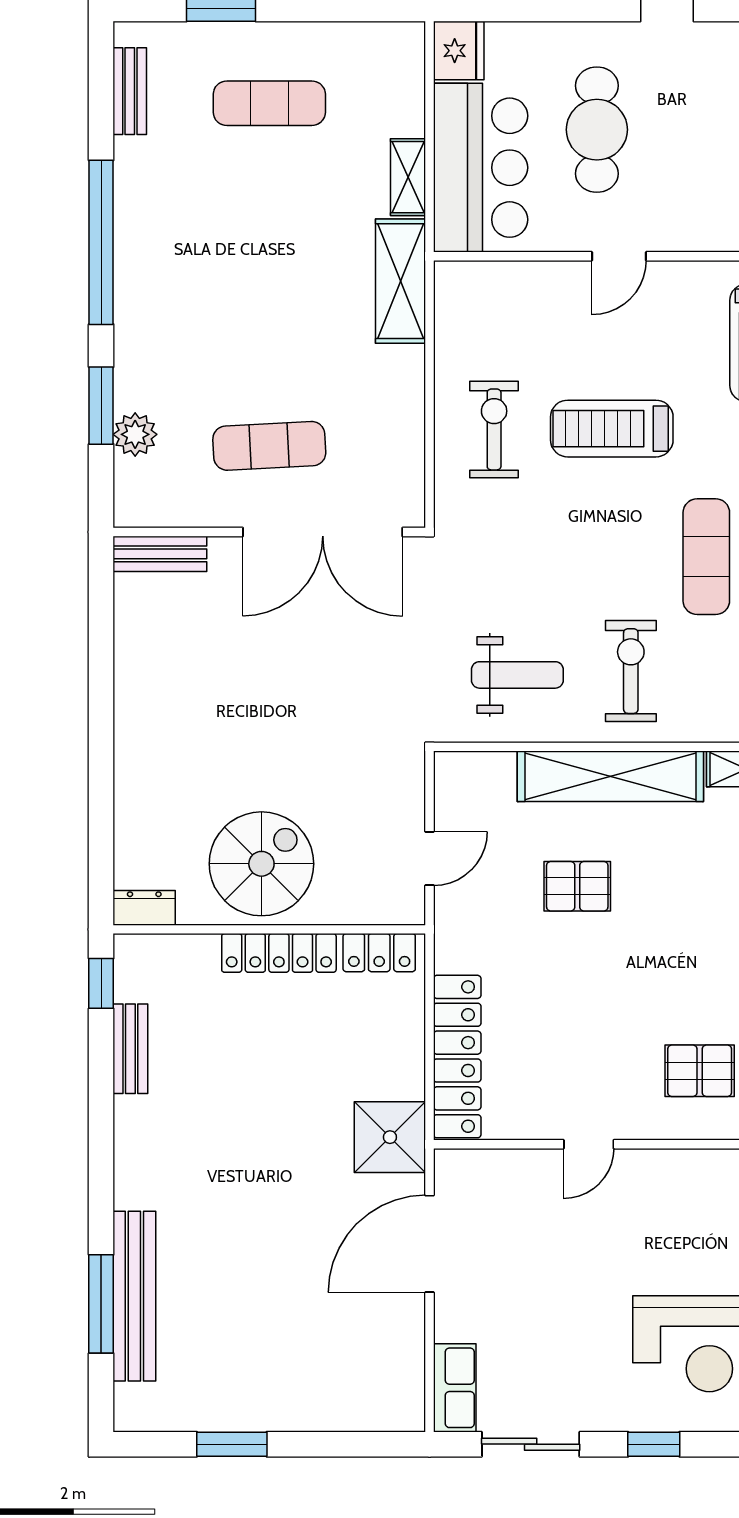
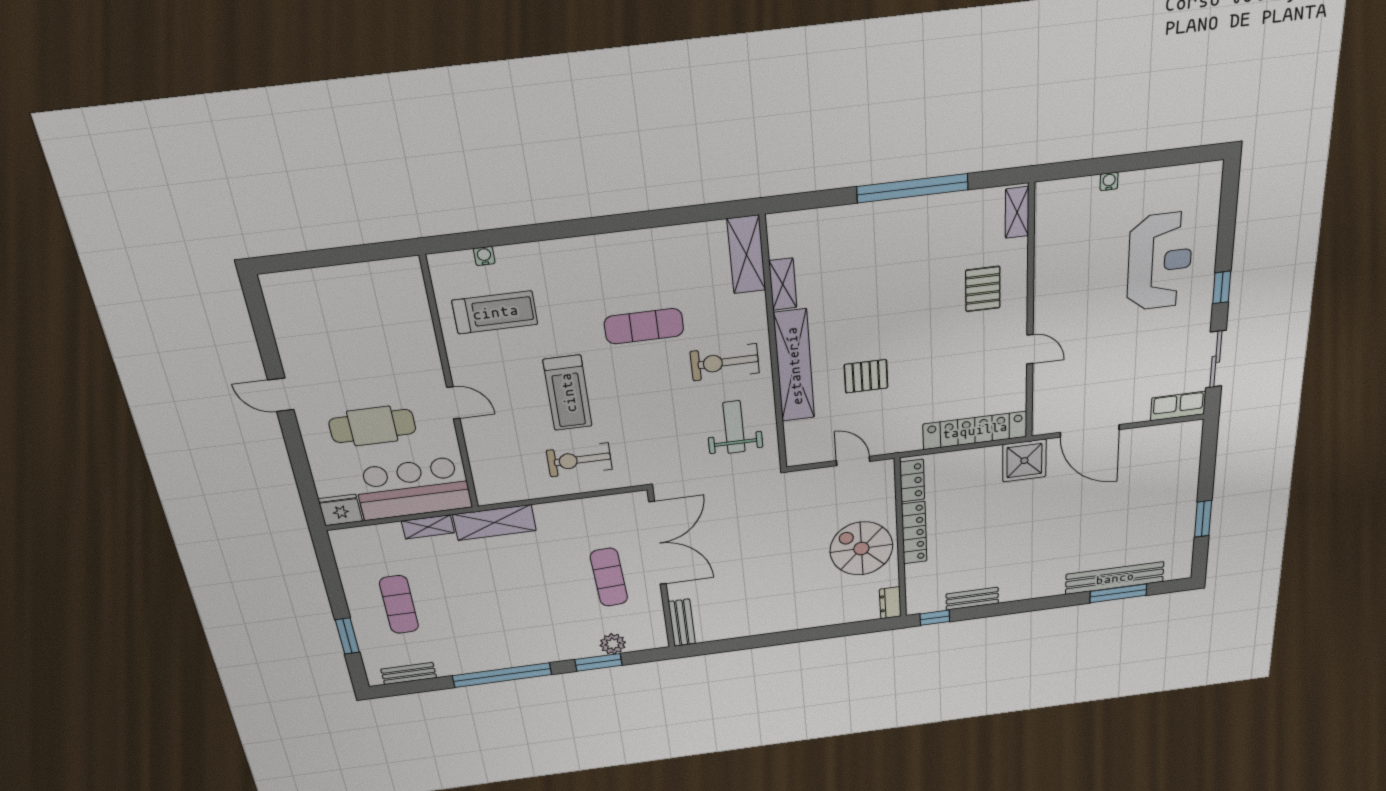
pallet: (577, 886) -> (866, 376), turned 90

